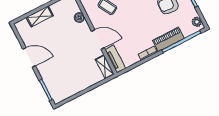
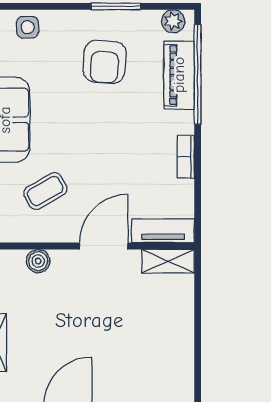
piano: (168, 39) -> (179, 75), moved

